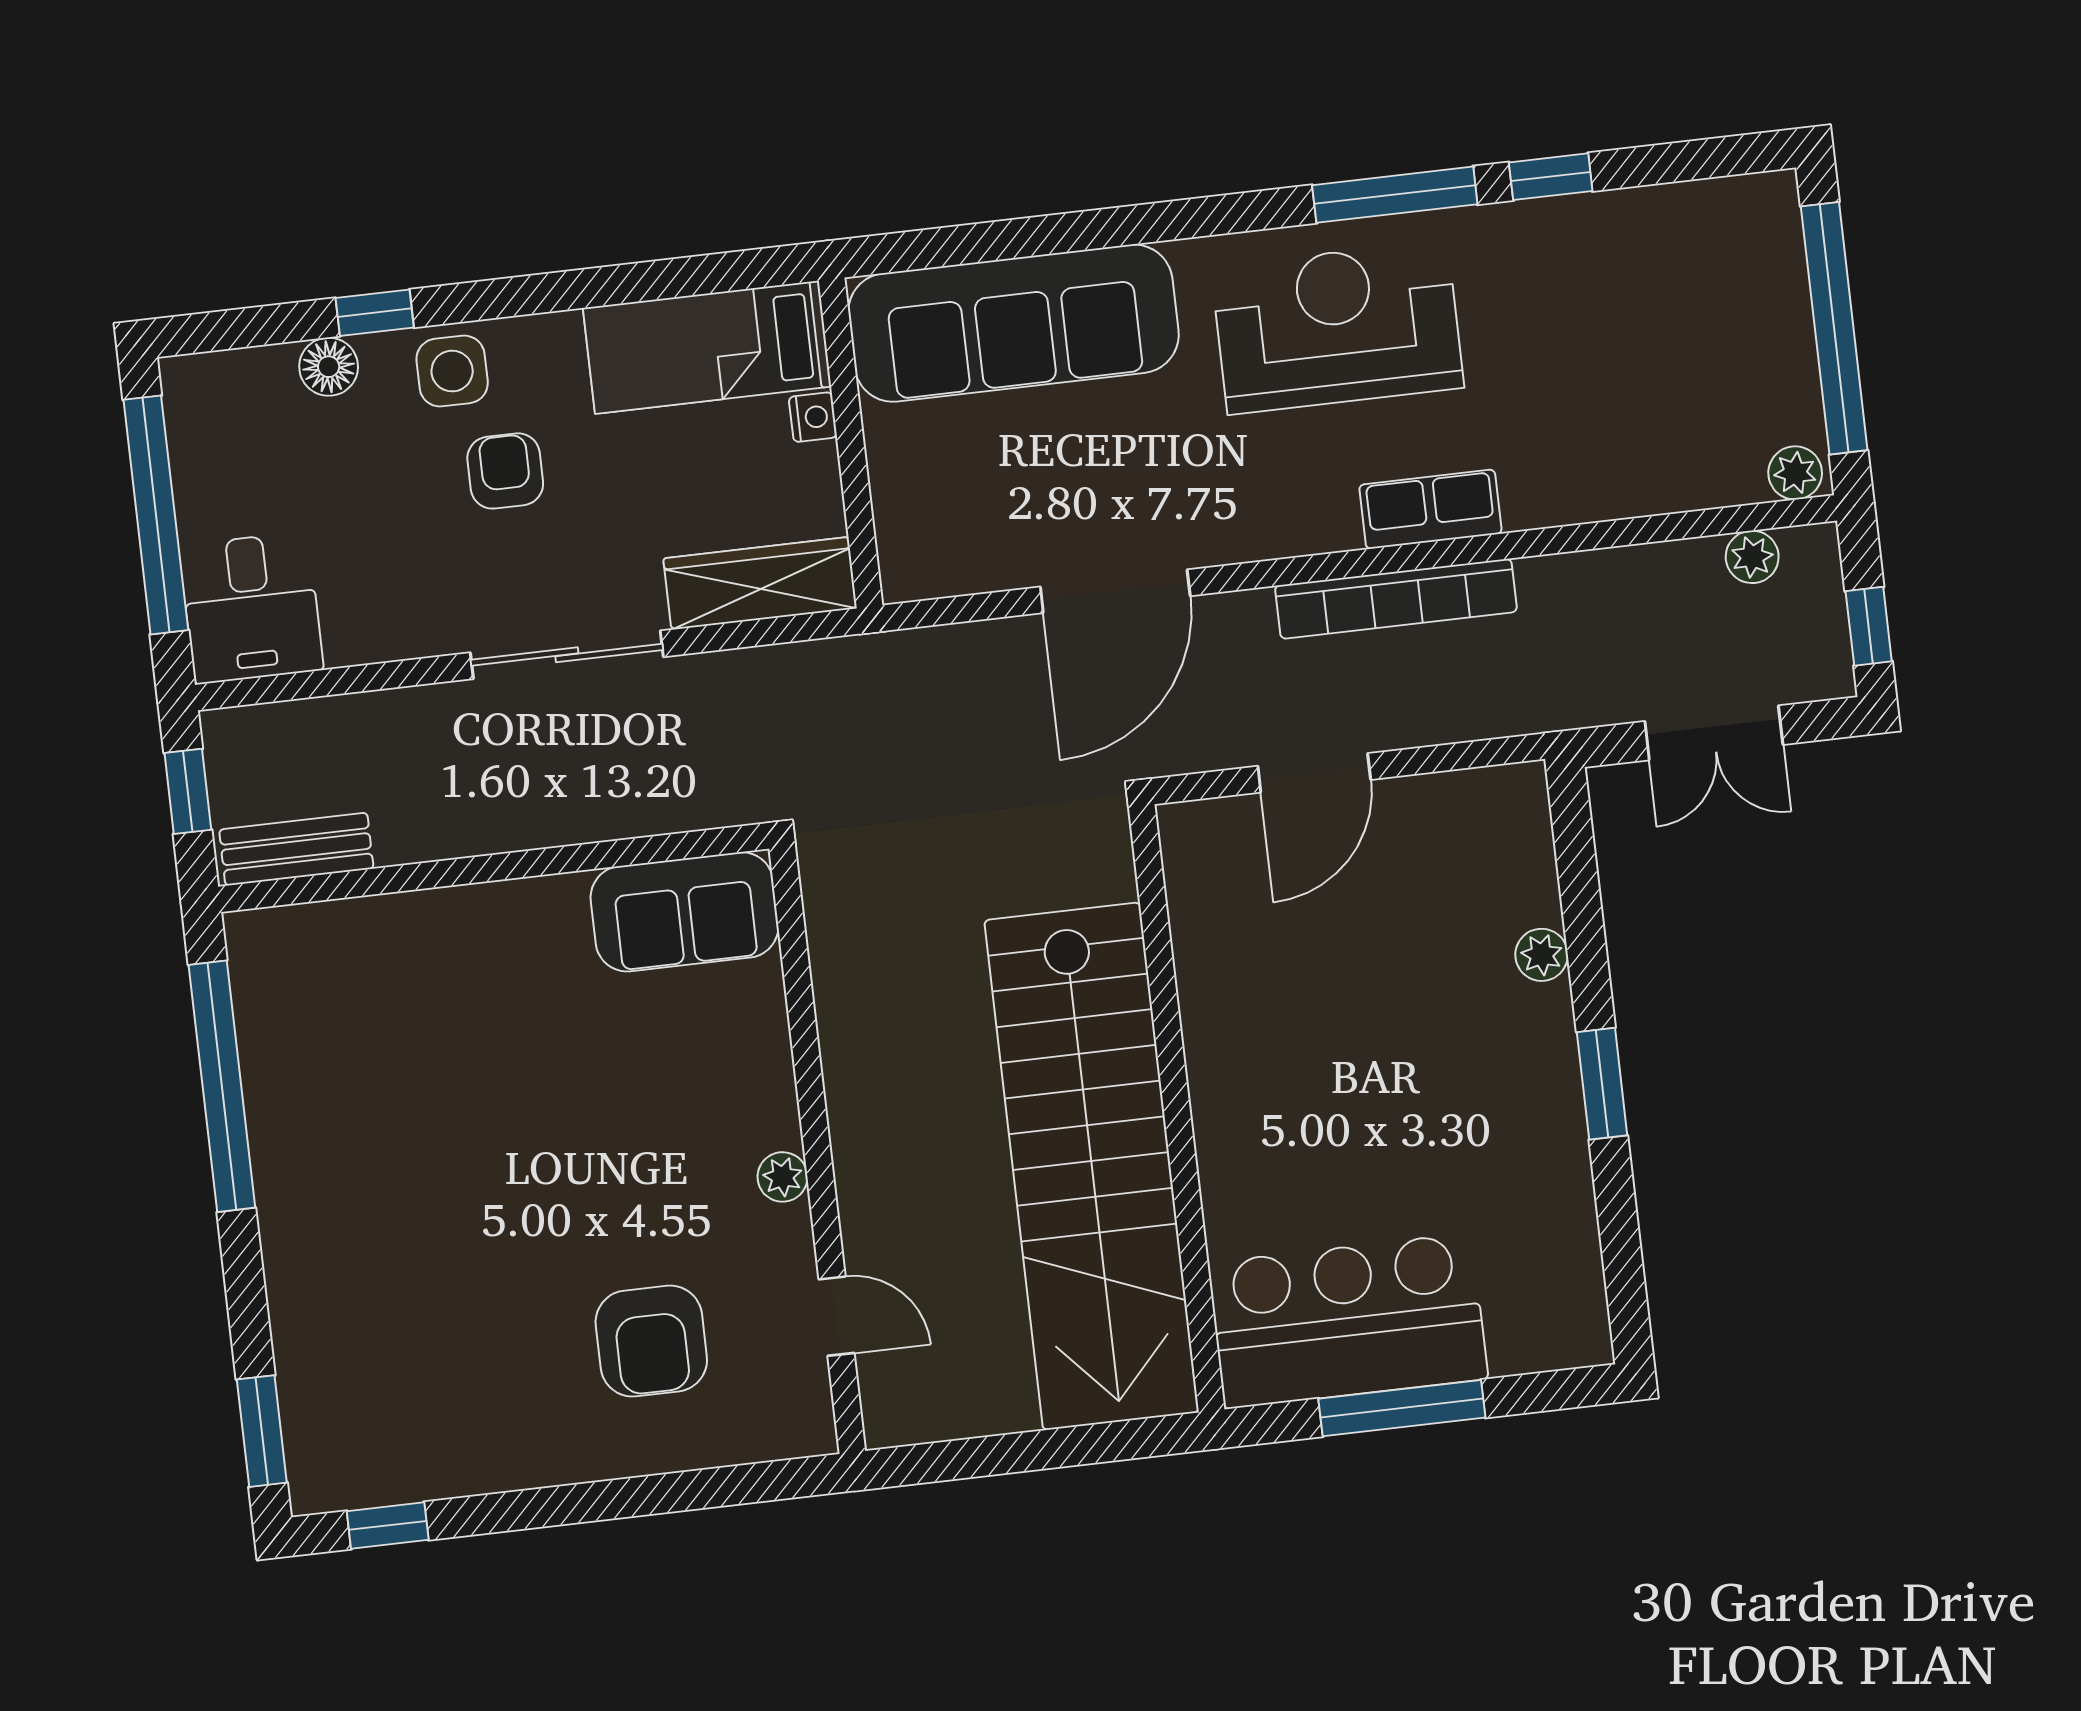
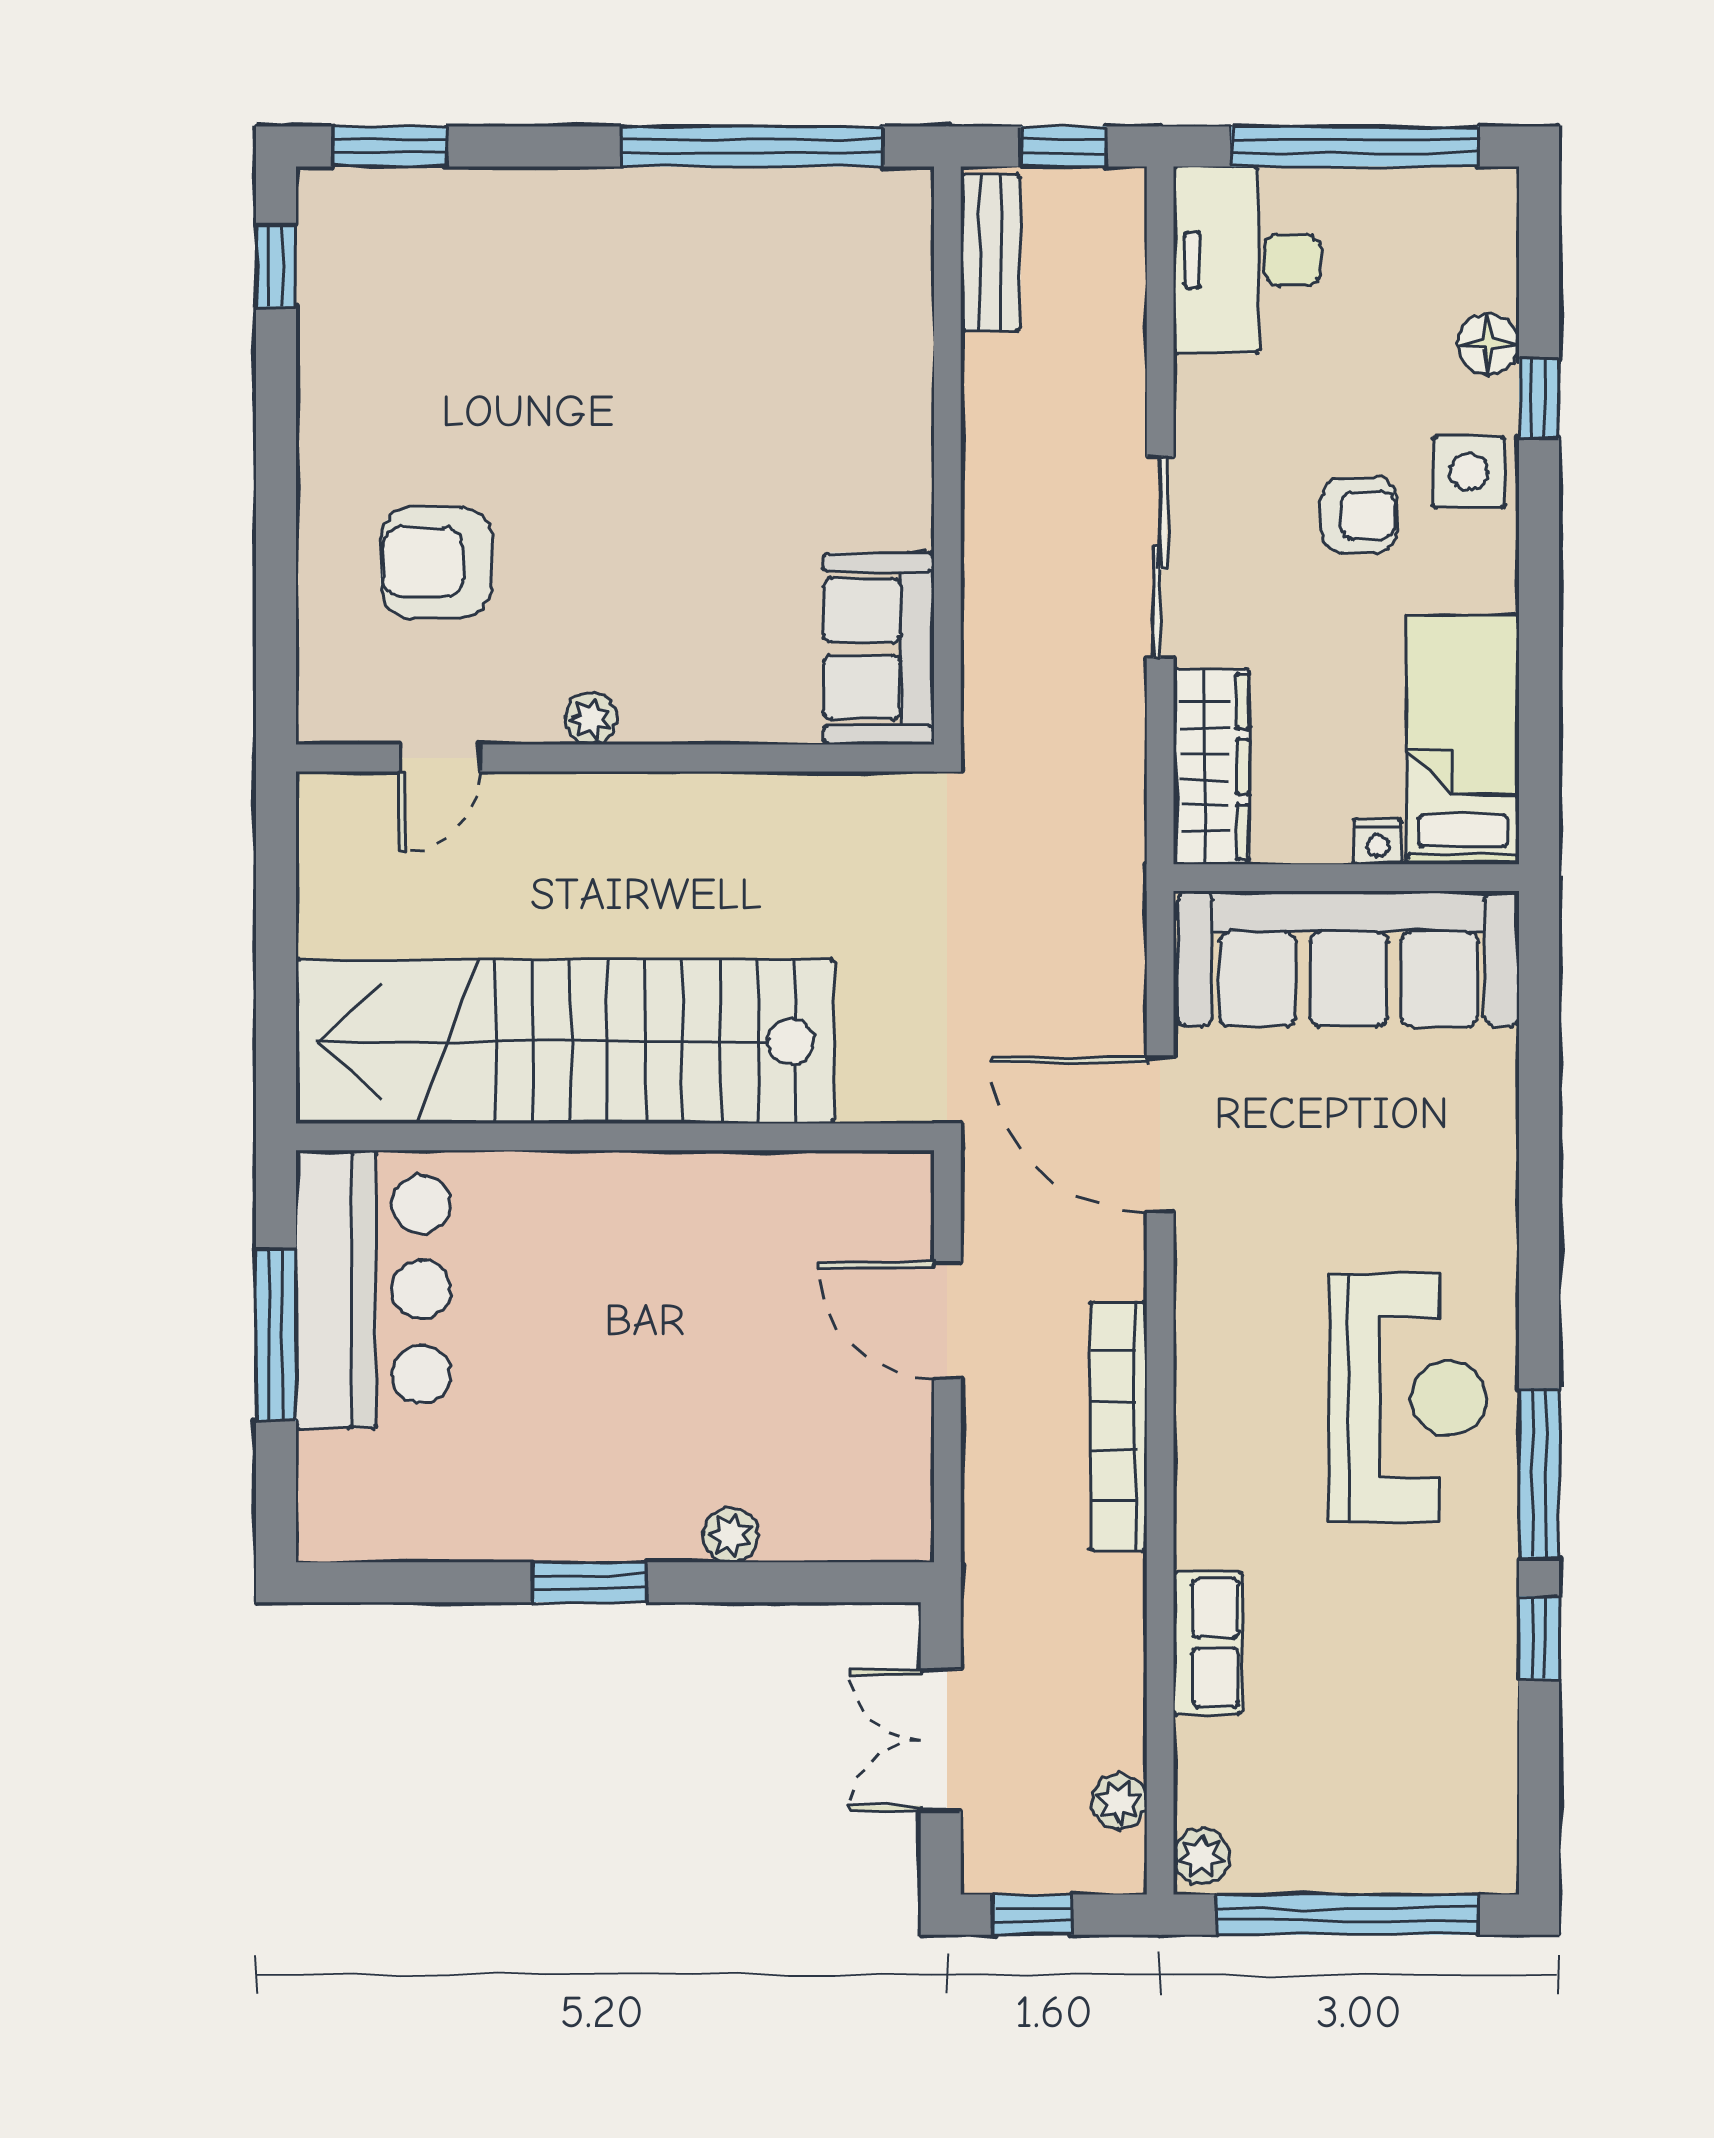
sofa: (1013, 323) -> (1348, 959), moved, turned -90
row of seats: (1430, 509) -> (1208, 1643), moved
desk: (251, 608) -> (1247, 260), width x1.37

